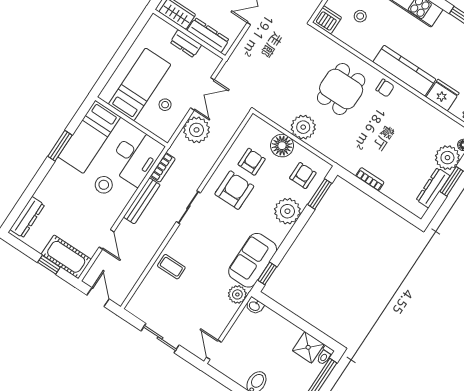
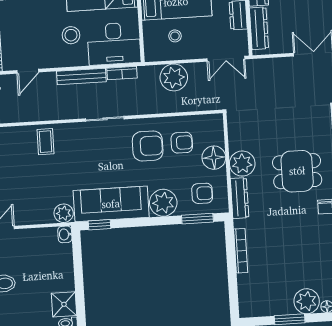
double door: (202, 94) -> (226, 59), moved
bookcase: (370, 179) -> (241, 251), width x1.56
dresser: (433, 188) -> (240, 198), moved, turned 90
sofa: (253, 260) -> (111, 204), width x1.36

